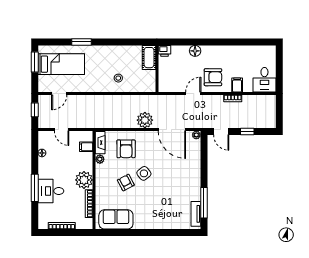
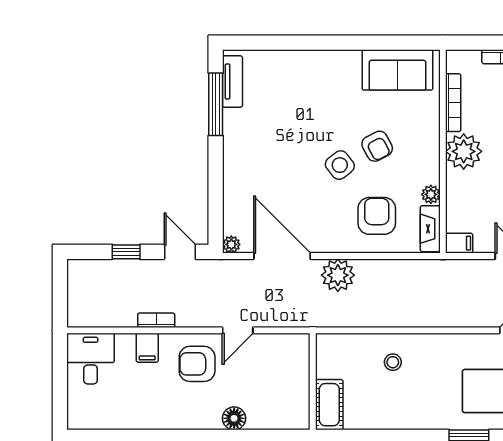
printer: (164, 51) -> (297, 418), removed
filing cabinet: (86, 147) -> (459, 243), moved

